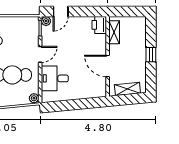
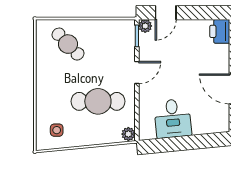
desk: (55, 78) -> (173, 118), moved, turned -96

